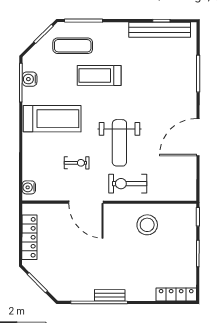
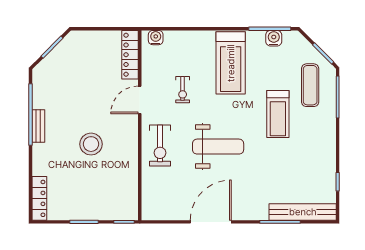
bench: (160, 30) -> (303, 212), moved, turned 90
treadmill: (99, 75) -> (278, 114), turned 180
door: (198, 137) -> (211, 222), hinge flipped
weight bench: (119, 143) -> (218, 147), moved, turned 180
exercise bike: (128, 184) -> (160, 145), turned 180
door: (86, 202) -> (140, 100), width x0.73
stool: (147, 225) -> (91, 144), moved
locker: (29, 237) -> (130, 55), moved, turned 90

